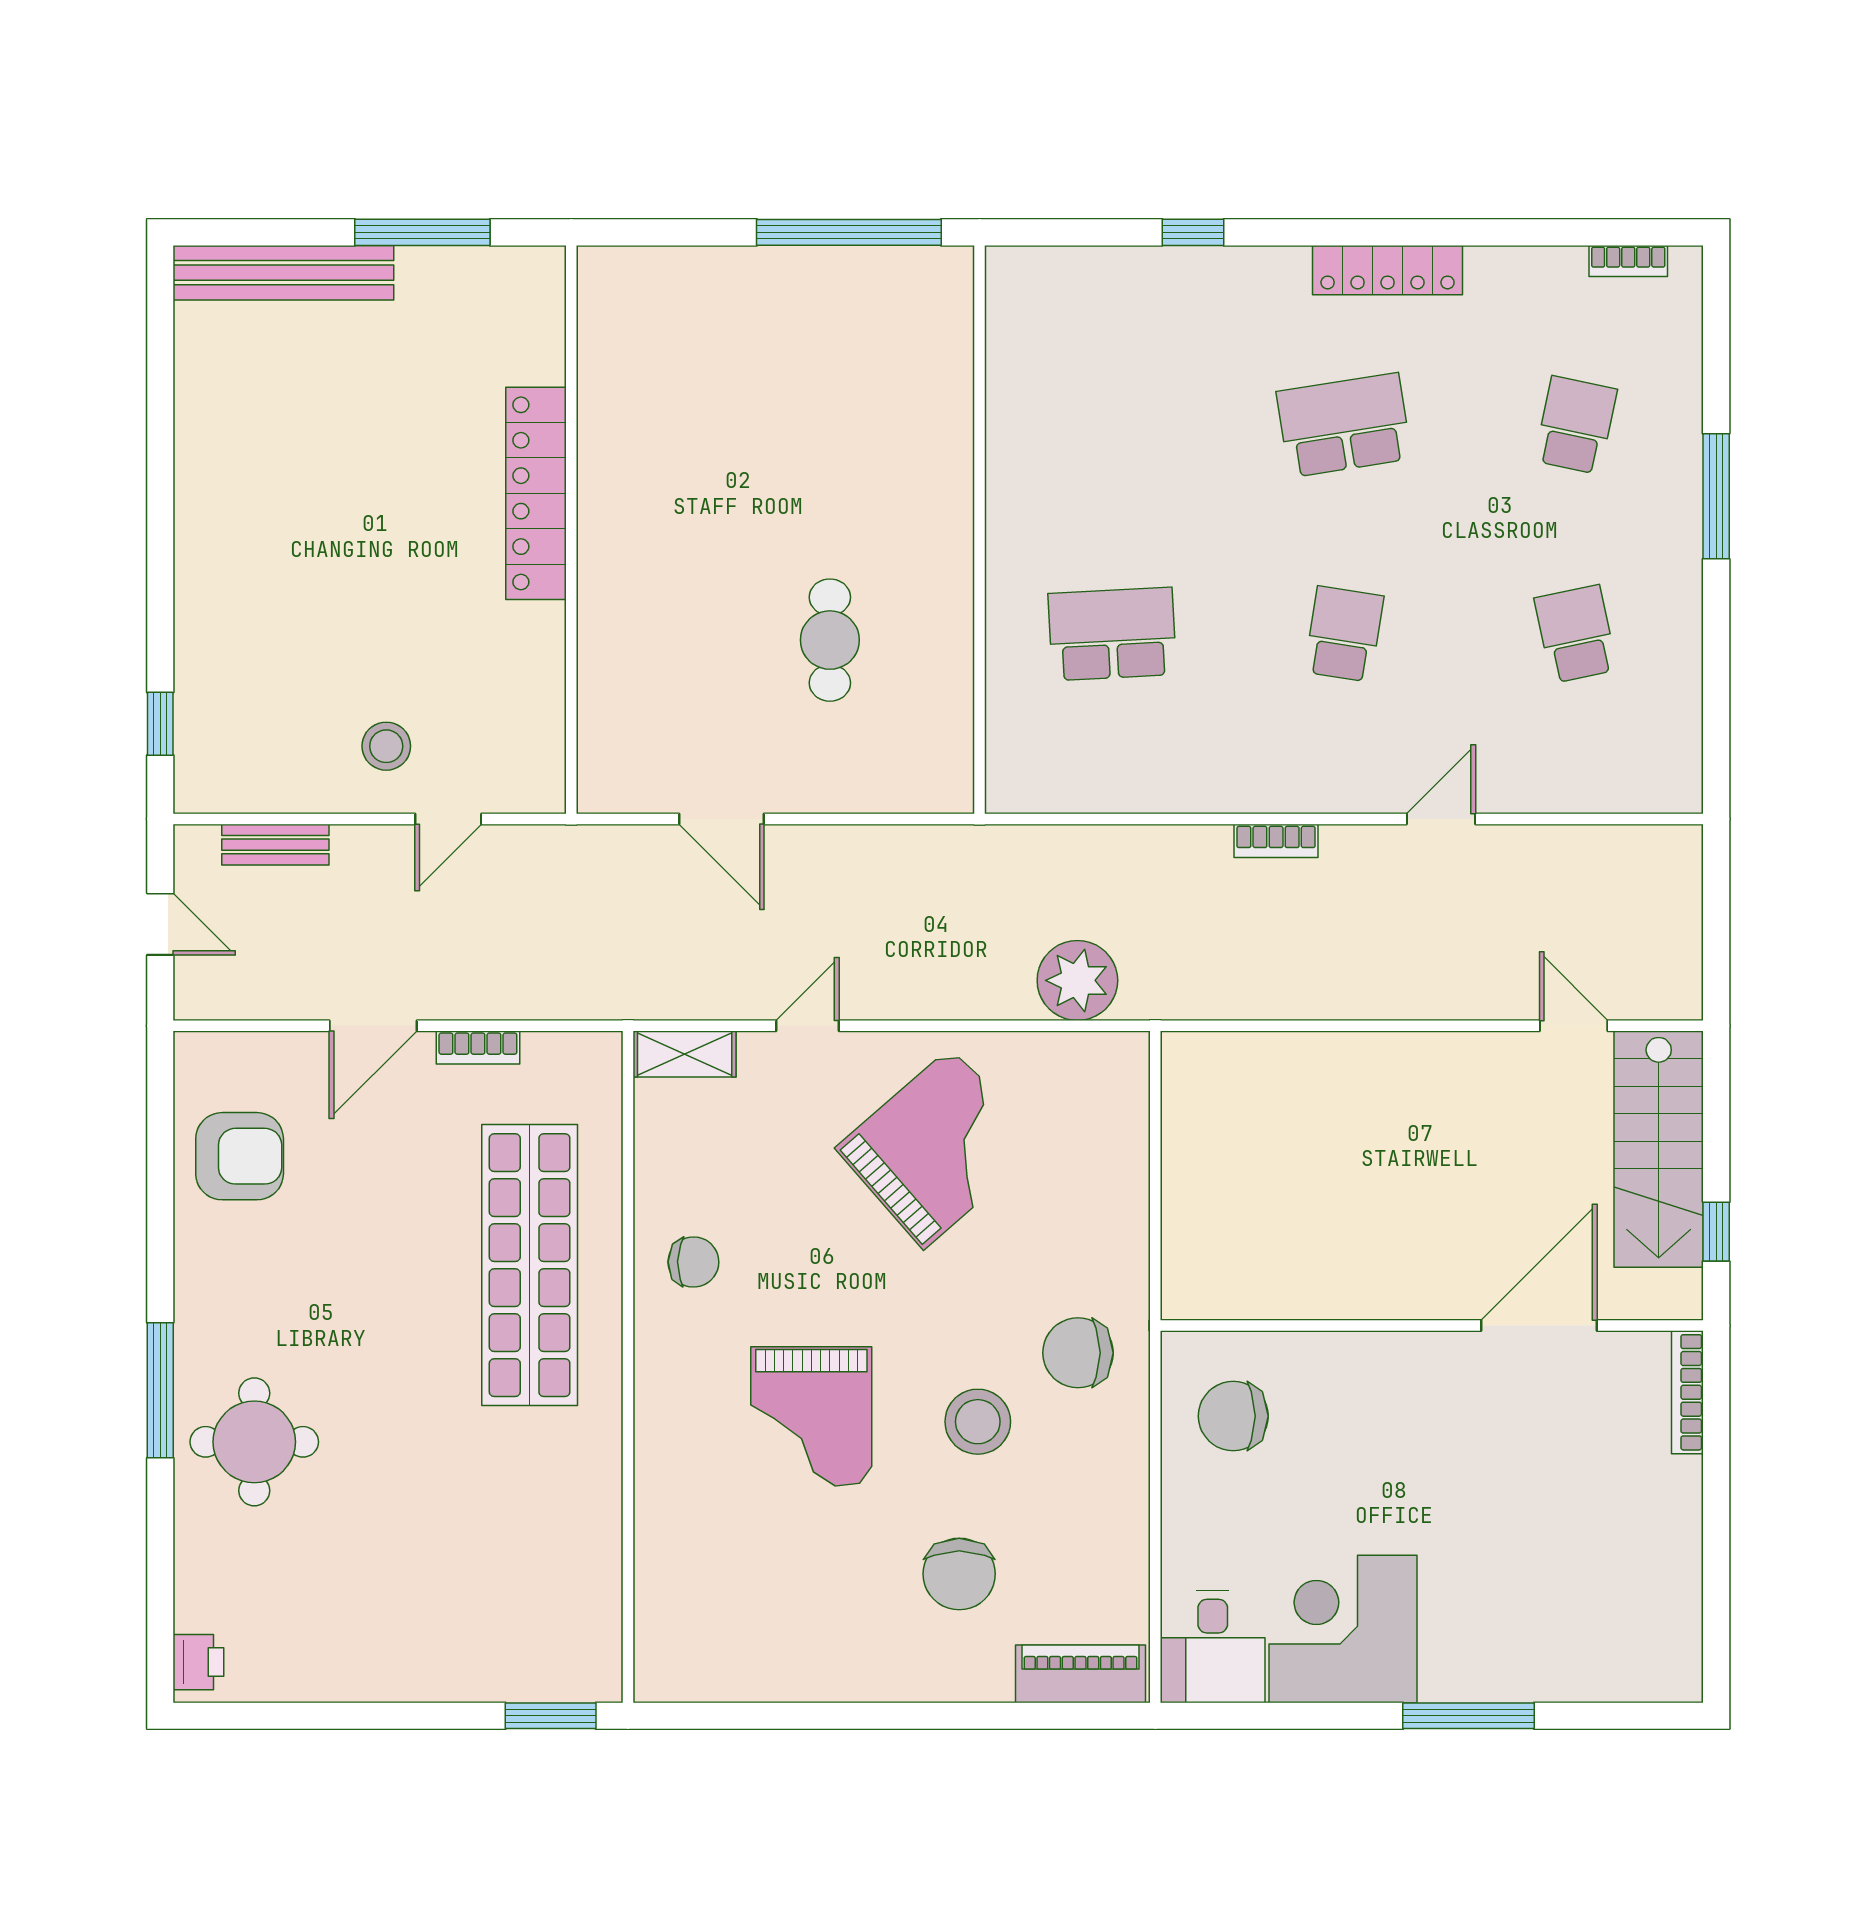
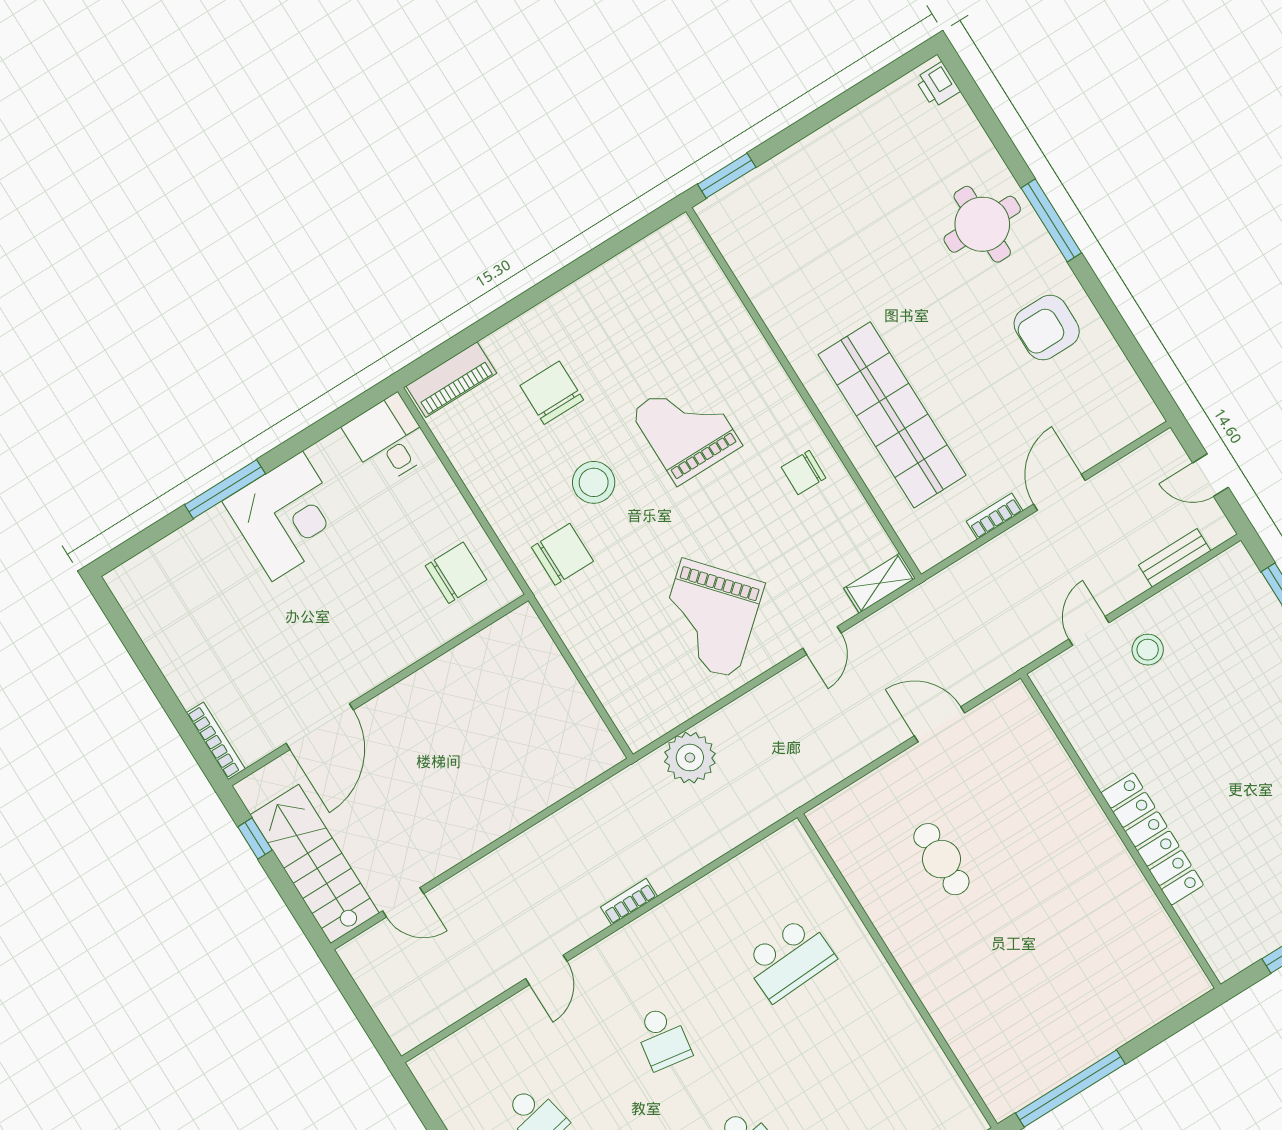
armchair: (240, 1156) -> (1047, 328), moved
corner desk: (1343, 1629) -> (287, 516), moved

